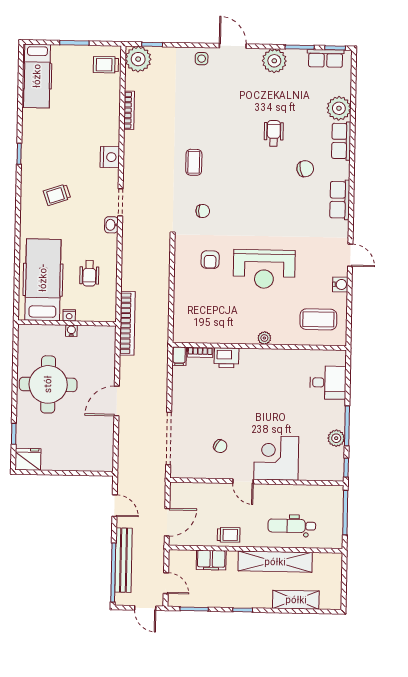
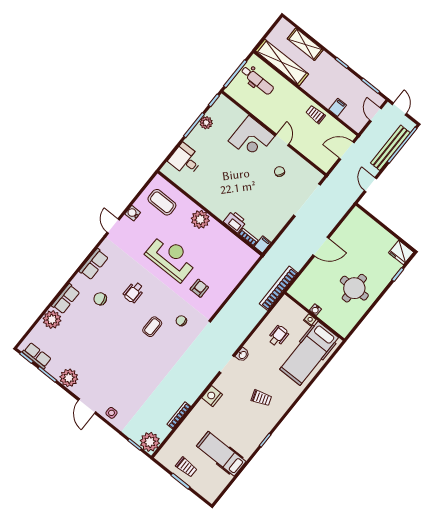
trolley: (106, 65) -> (186, 467), moved
hospital bed: (37, 76) -> (221, 454), moved, turned -90
wheelchair: (274, 133) -> (134, 292), moved
coffee table: (194, 162) -> (152, 327), moved
plant: (264, 338) -> (200, 219), width x1.87, depth x1.87
round table: (48, 384) -> (354, 288), width x0.73, depth x0.73
dental chair: (292, 526) -> (257, 80), moved
filing cabinet: (211, 560) -> (338, 107), width x0.50
shelving: (275, 562) -> (282, 62), moved

